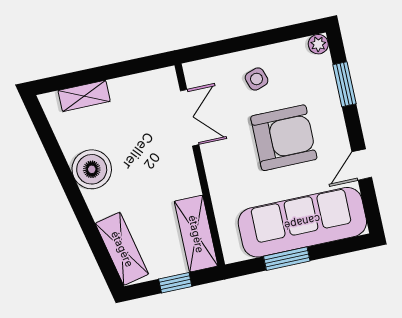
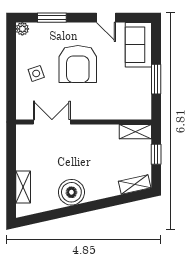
armchair: (284, 138) -> (78, 64), turned 180
sofa: (302, 222) -> (138, 45), width x0.54, depth x0.79
shelving: (196, 234) -> (135, 132), width x0.67, depth x0.75
shelving: (122, 249) -> (135, 184), width x0.67, depth x0.75

